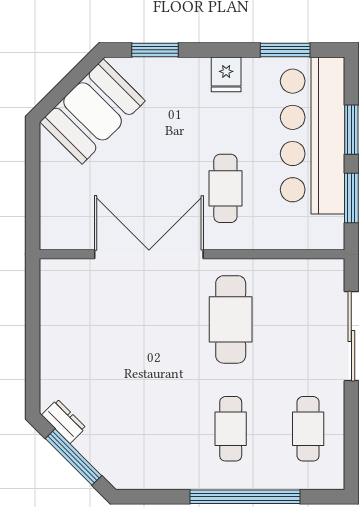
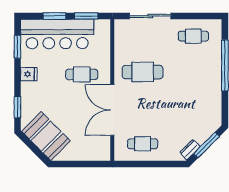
cafe table: (231, 429) -> (143, 144), moved

